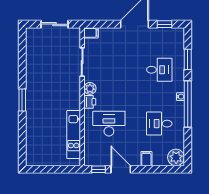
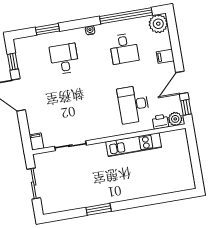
plant: (90, 88) -> (175, 119), moved
window: (22, 100) -> (99, 209), moved
printer: (90, 102) -> (160, 122), moved
window: (188, 104) -> (126, 16), moved
kitchen unit: (74, 134) -> (134, 145), moved

